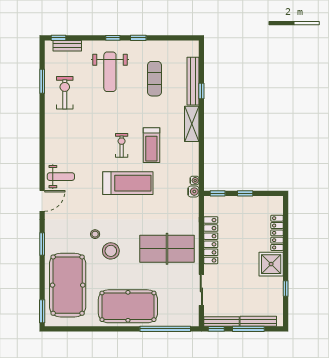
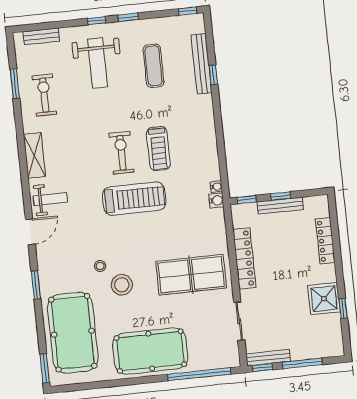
window: (58, 38) -> (188, 11), moved
shelving: (192, 124) -> (34, 155), moved
exercise bike: (122, 145) -> (121, 153), width x1.38, depth x1.39
shower: (271, 264) -> (324, 299), moved
bench: (258, 321) -> (280, 206), moved

